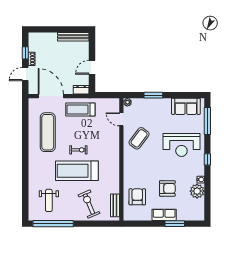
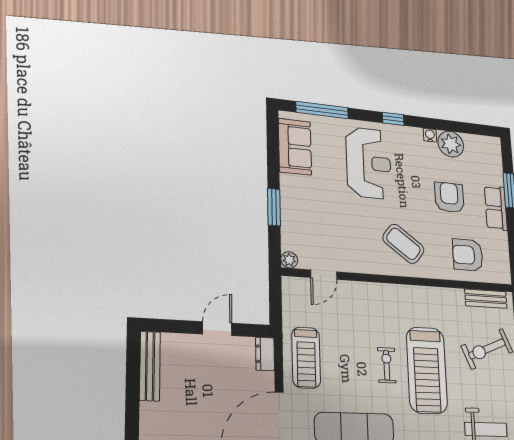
door: (92, 67) -> (217, 329), swing flipped
coffee table: (139, 138) -> (403, 244), moved

